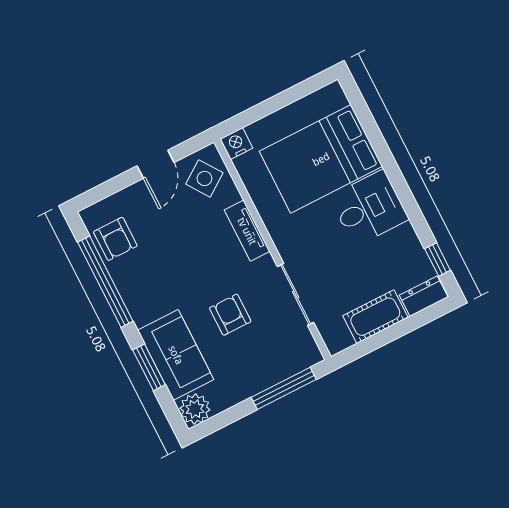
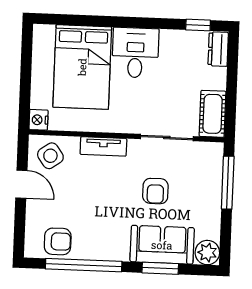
armchair: (230, 315) -> (155, 191), turned -90
cot: (375, 317) -> (213, 114), moved

